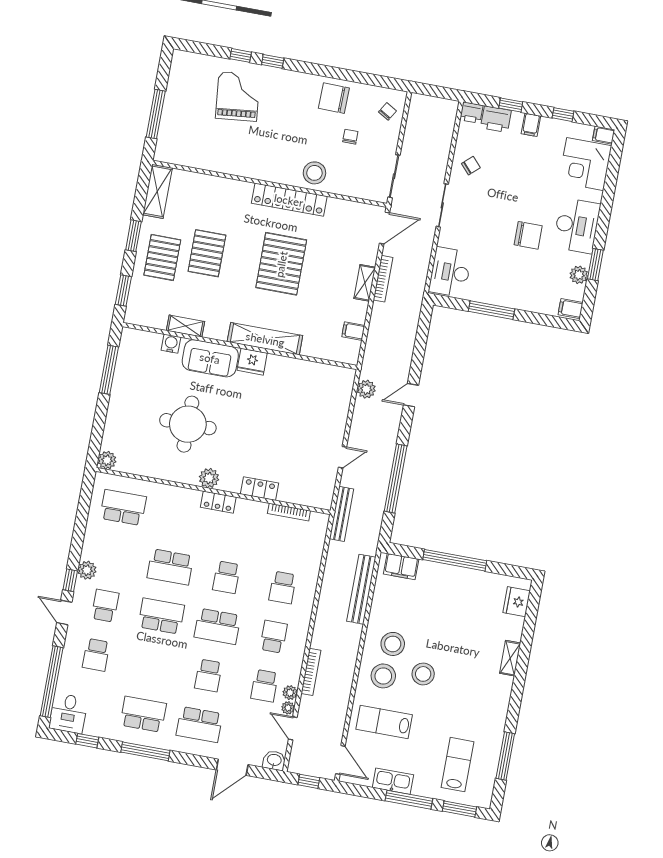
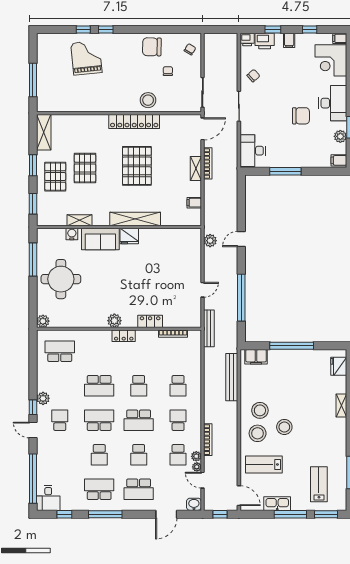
round table: (188, 424) -> (61, 279), moved
school desk: (96, 655) -> (99, 455), moved

